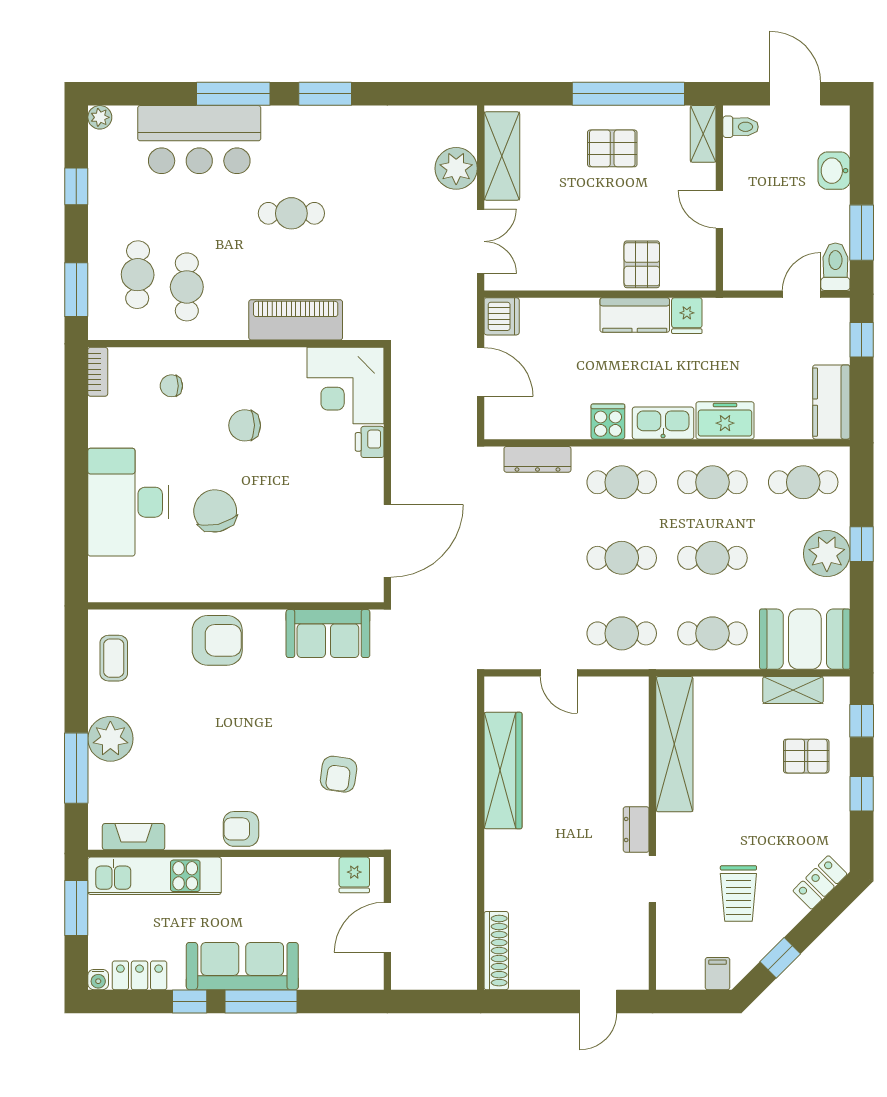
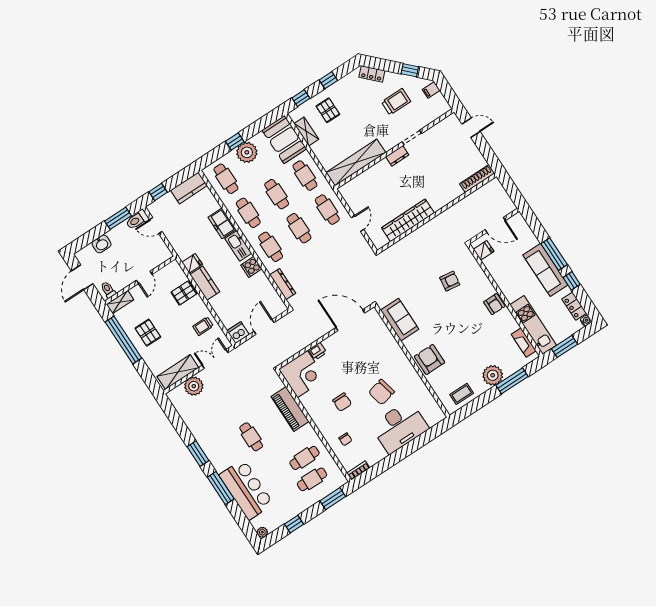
trolley: (557, 259) -> (203, 326), added

